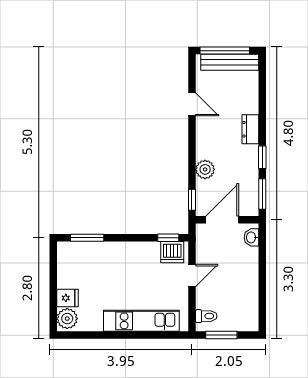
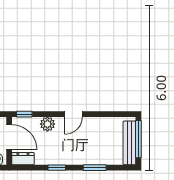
door: (192, 104) -> (73, 114), moved
dresser: (250, 129) -> (23, 159), moved
window: (262, 194) -> (95, 168), moved

